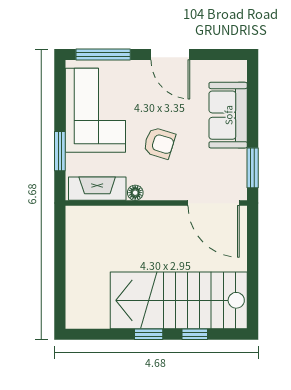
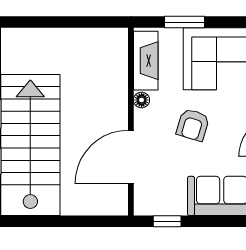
window: (253, 168) -> (167, 221), width x0.67
door: (214, 203) -> (131, 157), moved

